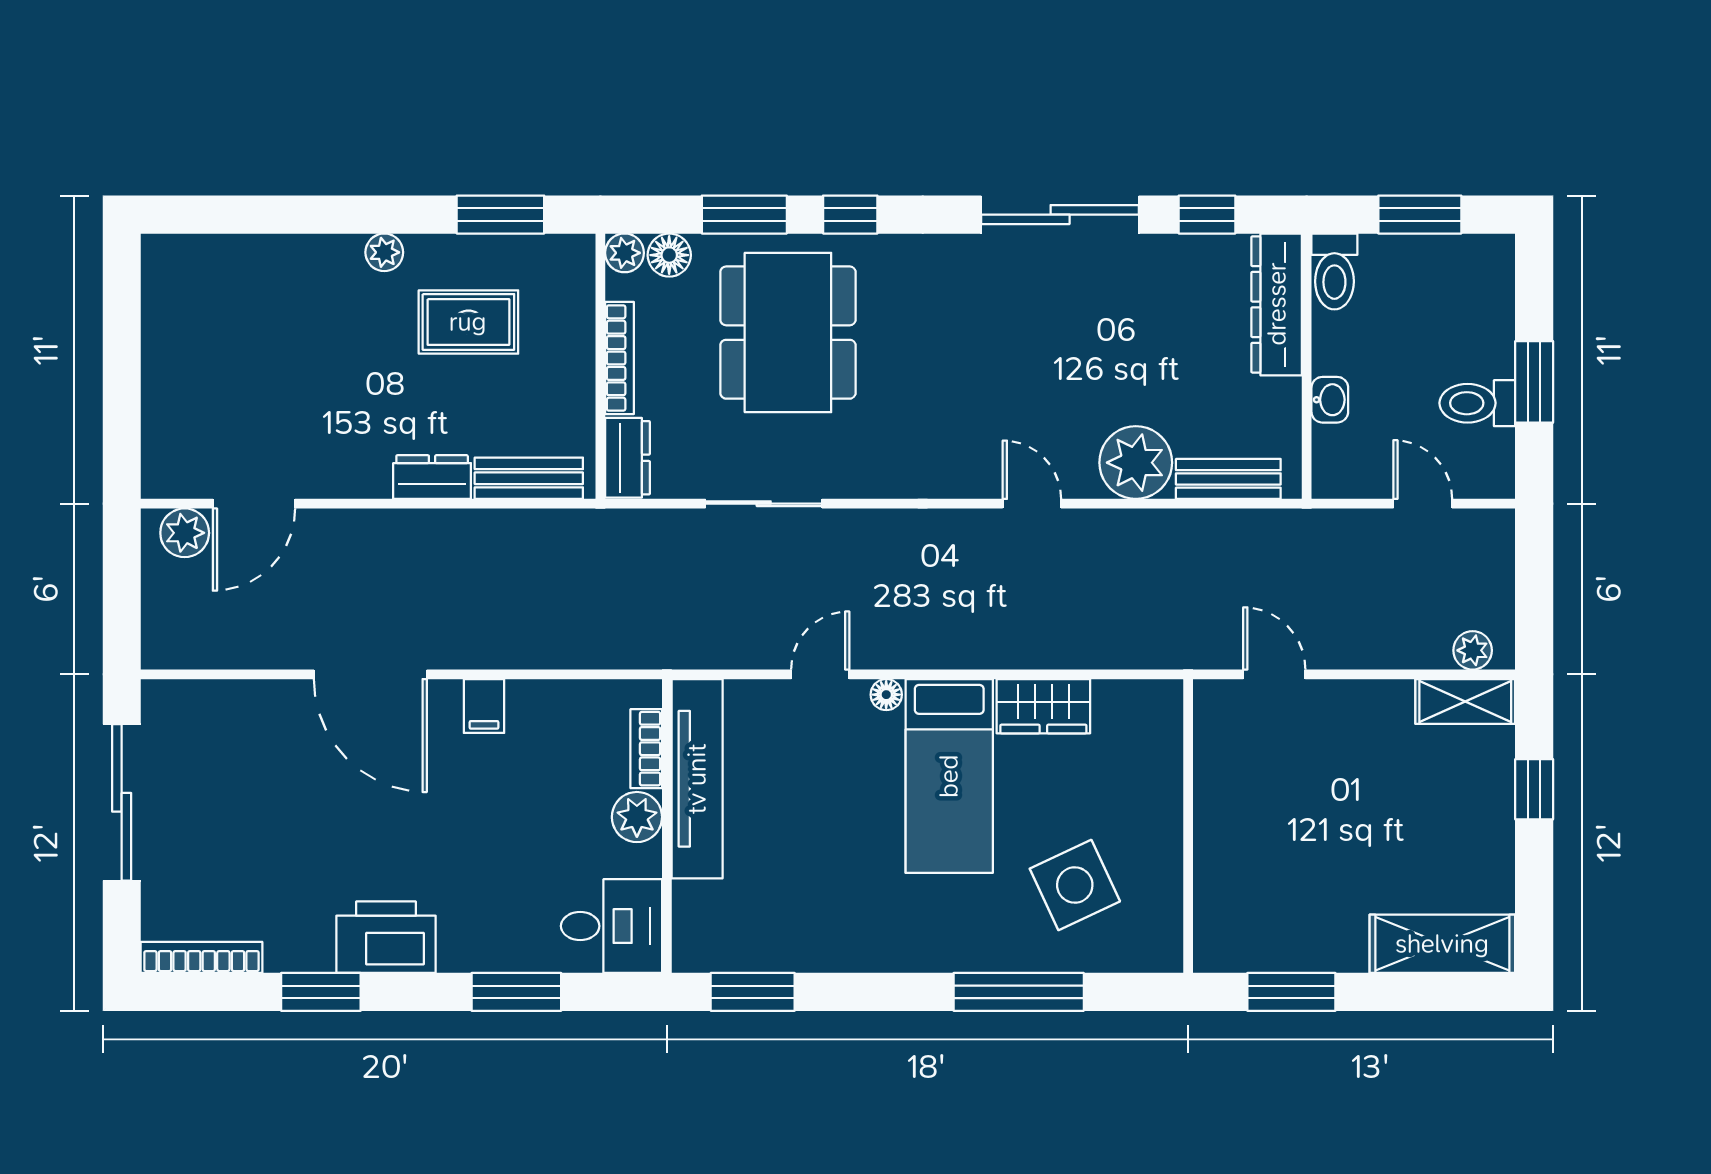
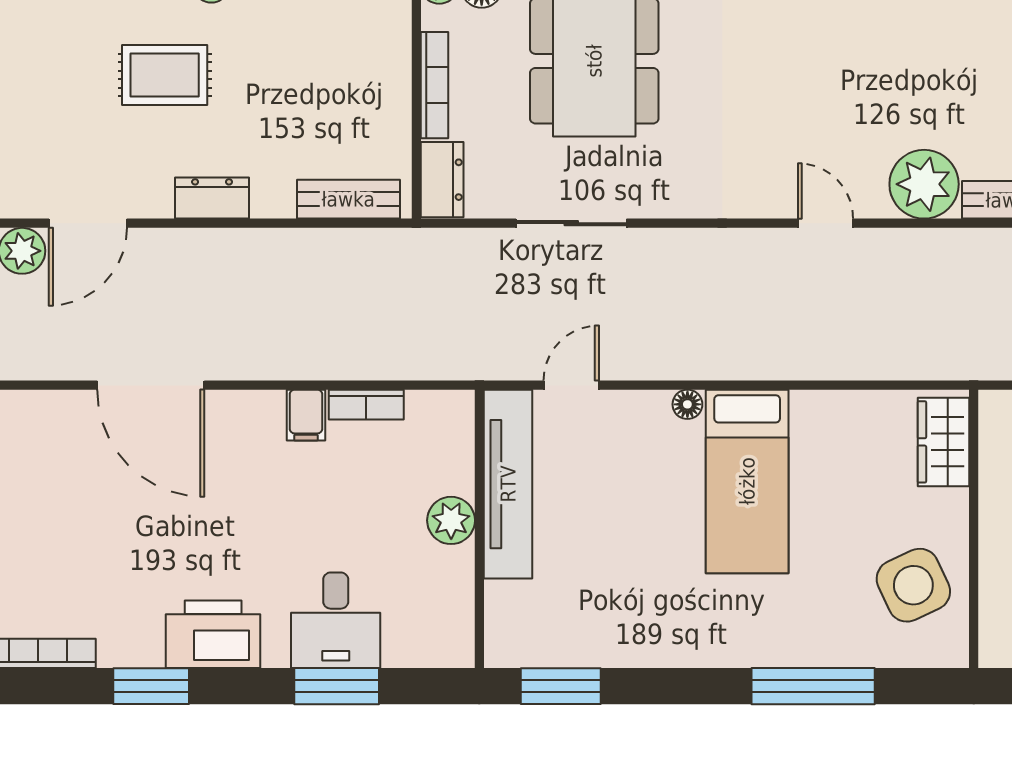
rug: (468, 322) -> (165, 75), moved
dresser: (432, 477) -> (212, 198), moved
door: (370, 674) -> (151, 385), moved
door: (820, 674) -> (571, 385), moved
wardrobe: (1043, 706) -> (944, 442), moved, turned 90
bookcase: (646, 749) -> (366, 405), moved, turned -90
side table: (1075, 885) -> (913, 585), moved
desk: (611, 926) -> (336, 620), moved, turned 90

